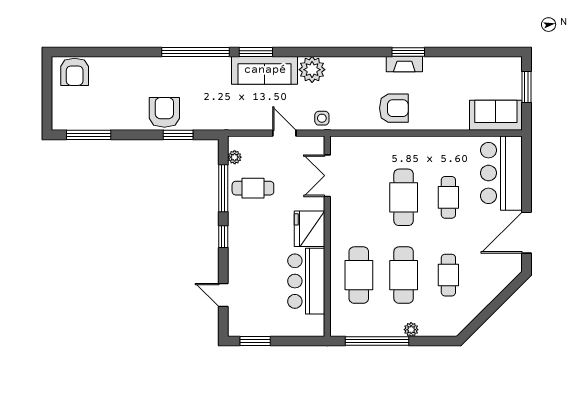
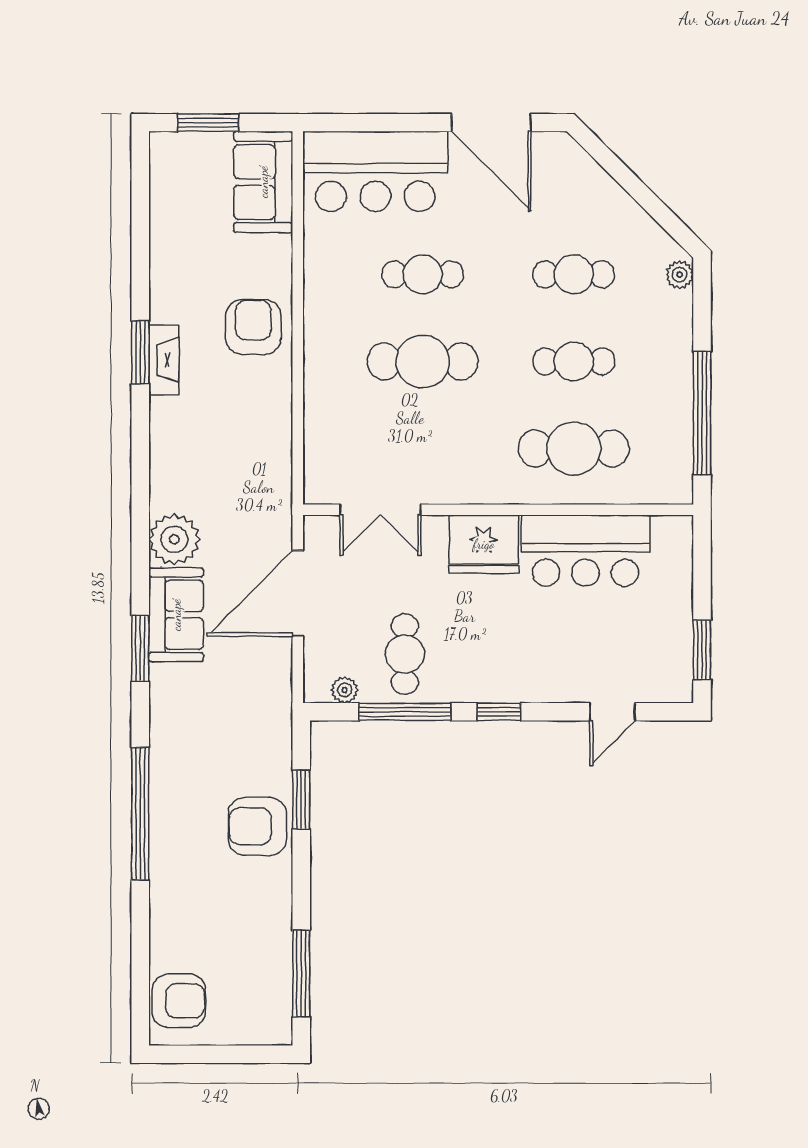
window: (195, 52) -> (140, 814), moved
sofa: (265, 70) -> (176, 615), width x0.73
armchair: (394, 108) -> (253, 327), moved
side table: (322, 118) -> (269, 520), removed
door: (284, 133) -> (298, 593), width x1.87
cafe table: (404, 275) -> (574, 361), width x0.73, depth x0.74
plant: (411, 330) -> (680, 275), moved

